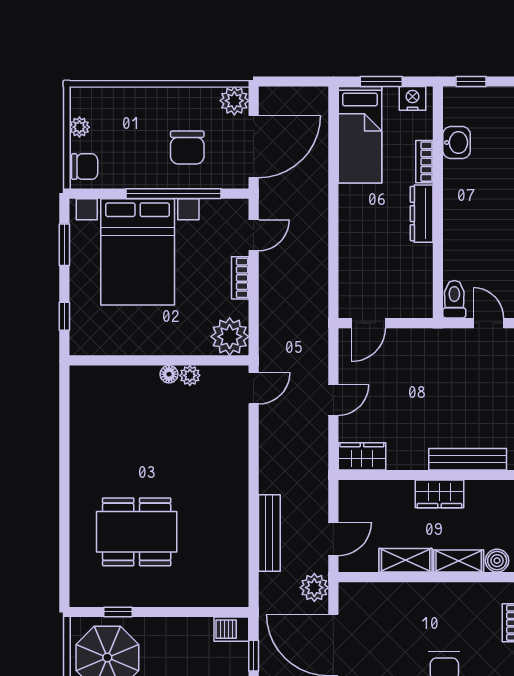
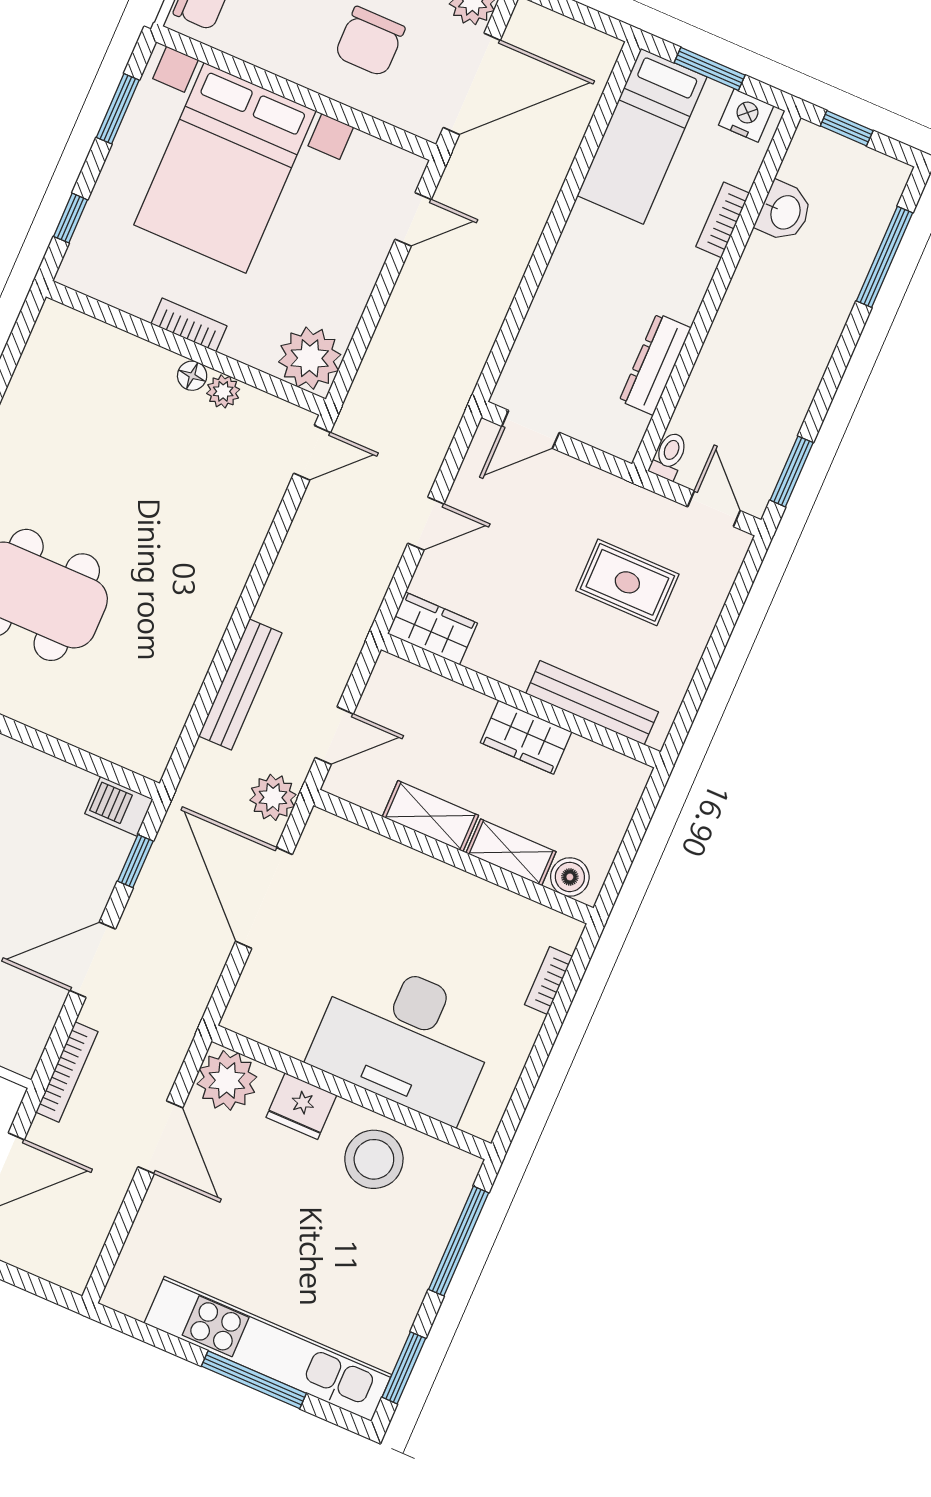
window: (173, 194) -> (318, 103), removed
dresser: (422, 214) -> (655, 364), moved
bookcase: (240, 278) -> (189, 325), moved, turned 90
toilet: (454, 299) -> (669, 456), width x0.73, depth x0.72
rug: (458, 384) -> (627, 582), added

